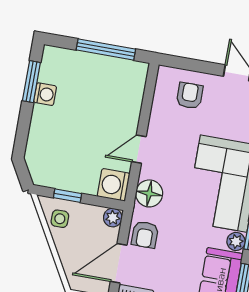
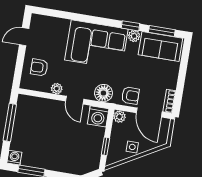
washing machine: (45, 94) -> (14, 158), moved
plant: (157, 122) -> (57, 89), added
side table: (60, 219) -> (132, 147), moved

